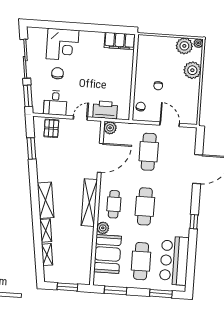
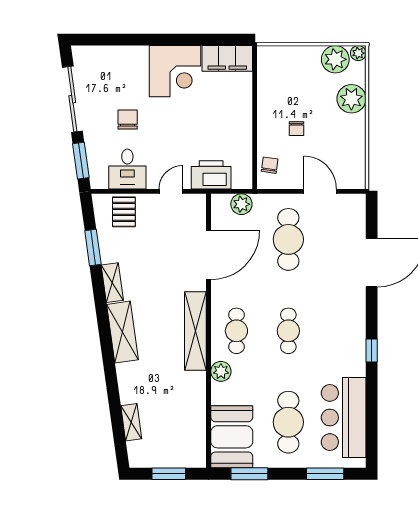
corner desk: (63, 45) -> (175, 71), moved
plant: (110, 128) -> (241, 204), moved
cafe table: (145, 206) -> (288, 331), width x0.73, depth x0.74
shelving: (46, 231) -> (112, 283), moved
booth: (108, 254) -> (232, 437), moved

